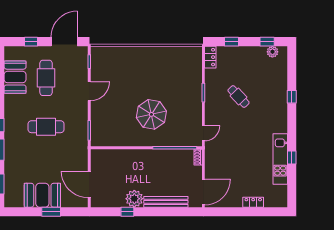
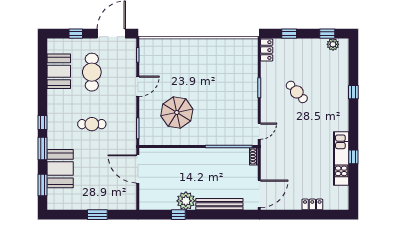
parasol: (151, 114) -> (177, 112), moved
cafe table: (46, 127) -> (92, 124), width x0.73, depth x0.74
door: (89, 184) -> (138, 169), moved
booth: (42, 195) -> (60, 169), moved, turned 90

